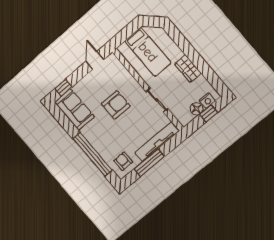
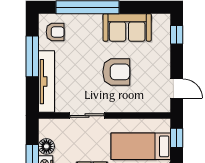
window: (124, 35) -> (177, 138), added
armchair: (116, 105) -> (116, 72), turned -90
sofa: (74, 109) -> (127, 27), moved

